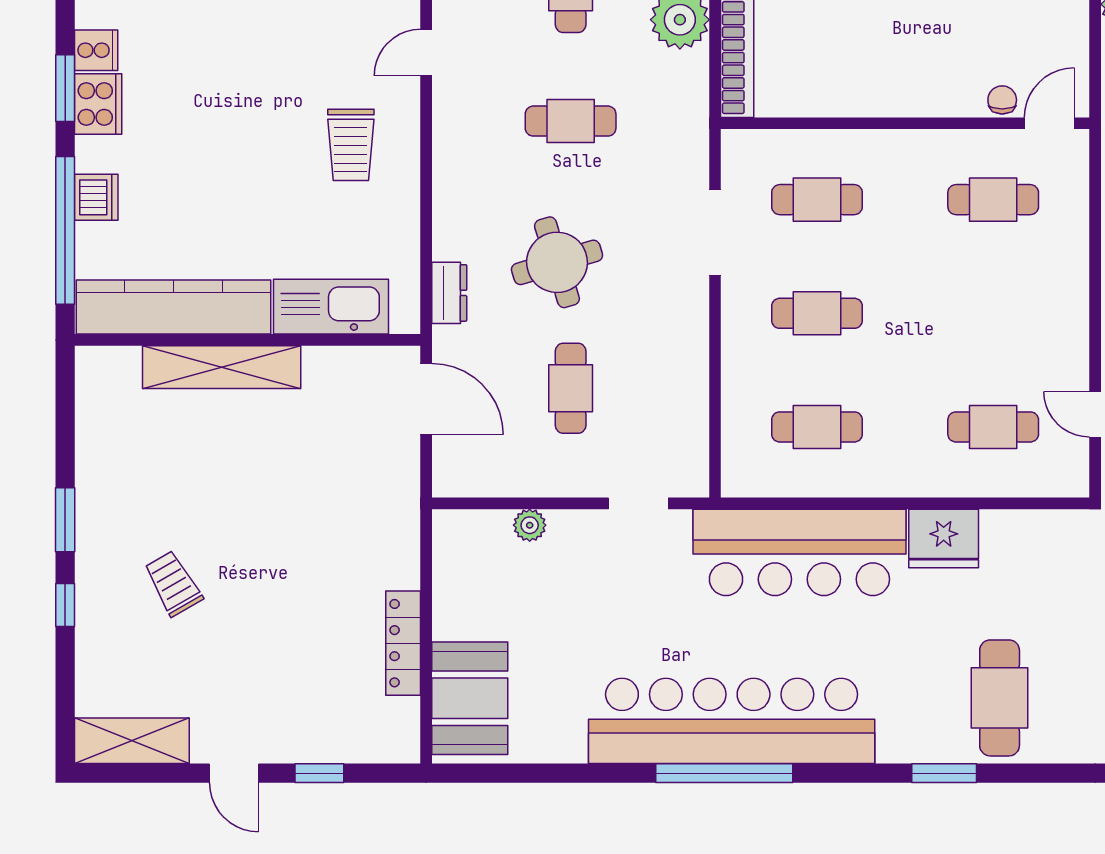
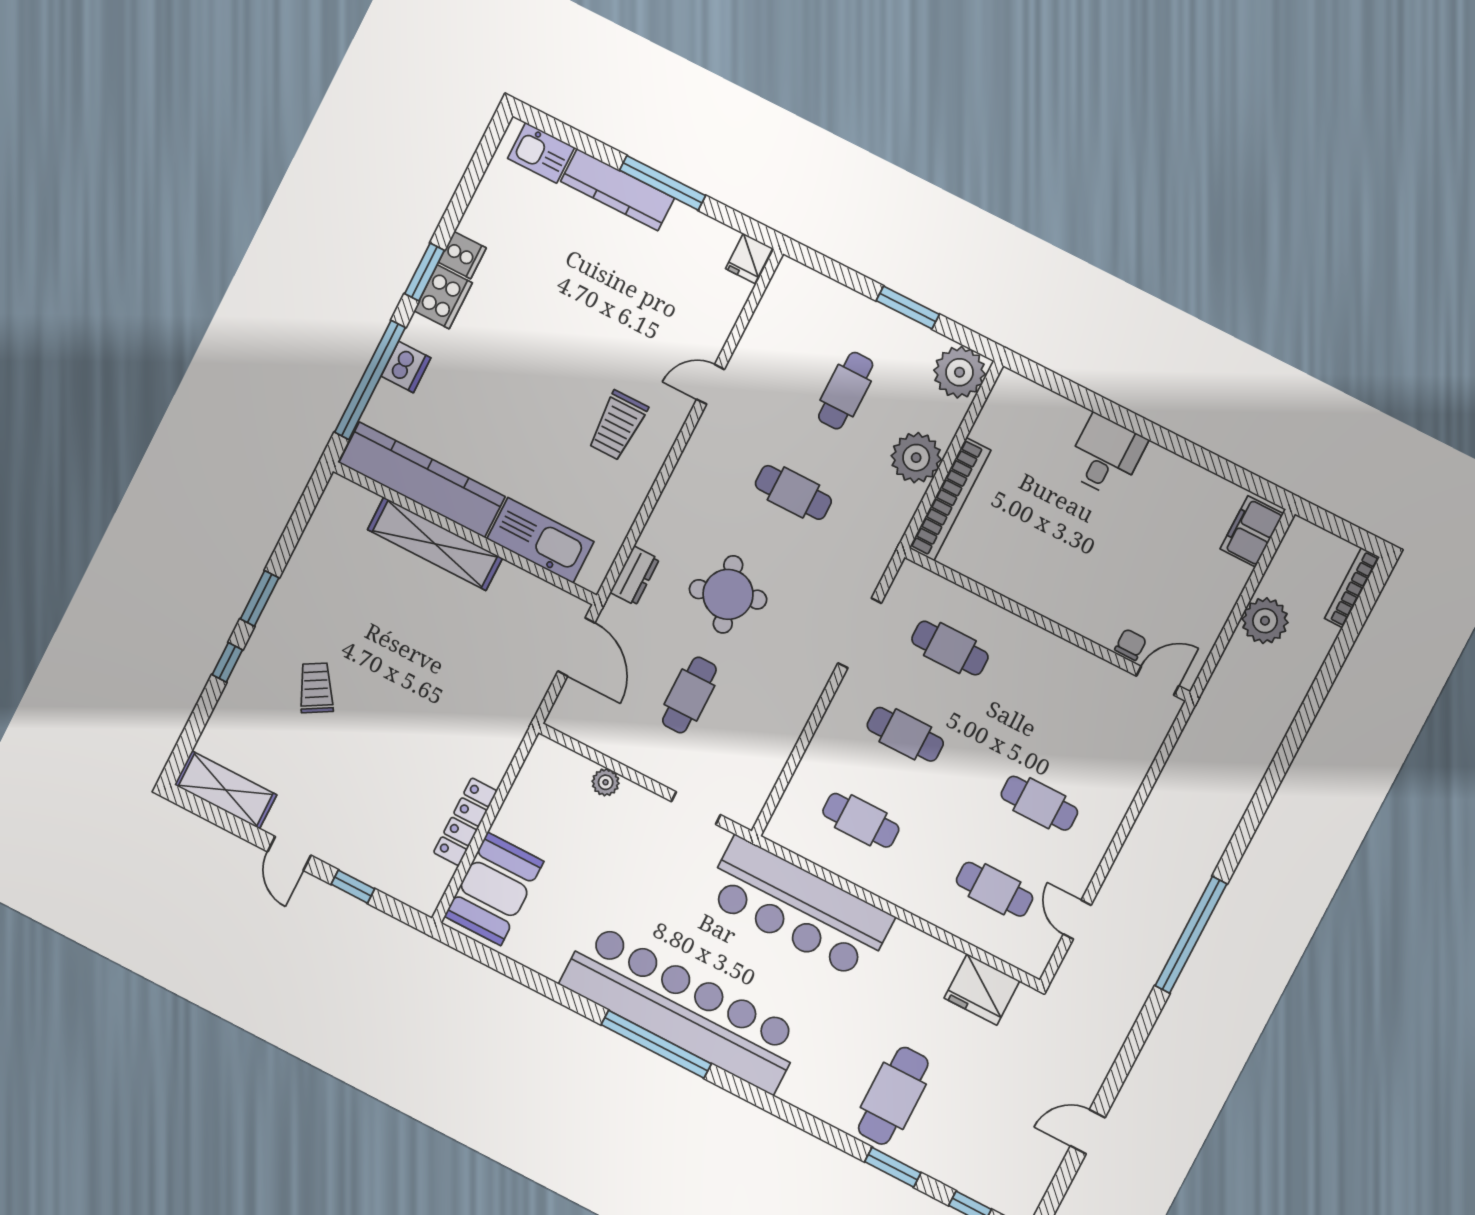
cafe table: (993, 200) -> (1039, 803), moved
fridge: (944, 538) -> (982, 989), moved
window: (944, 773) -> (893, 1167), moved

